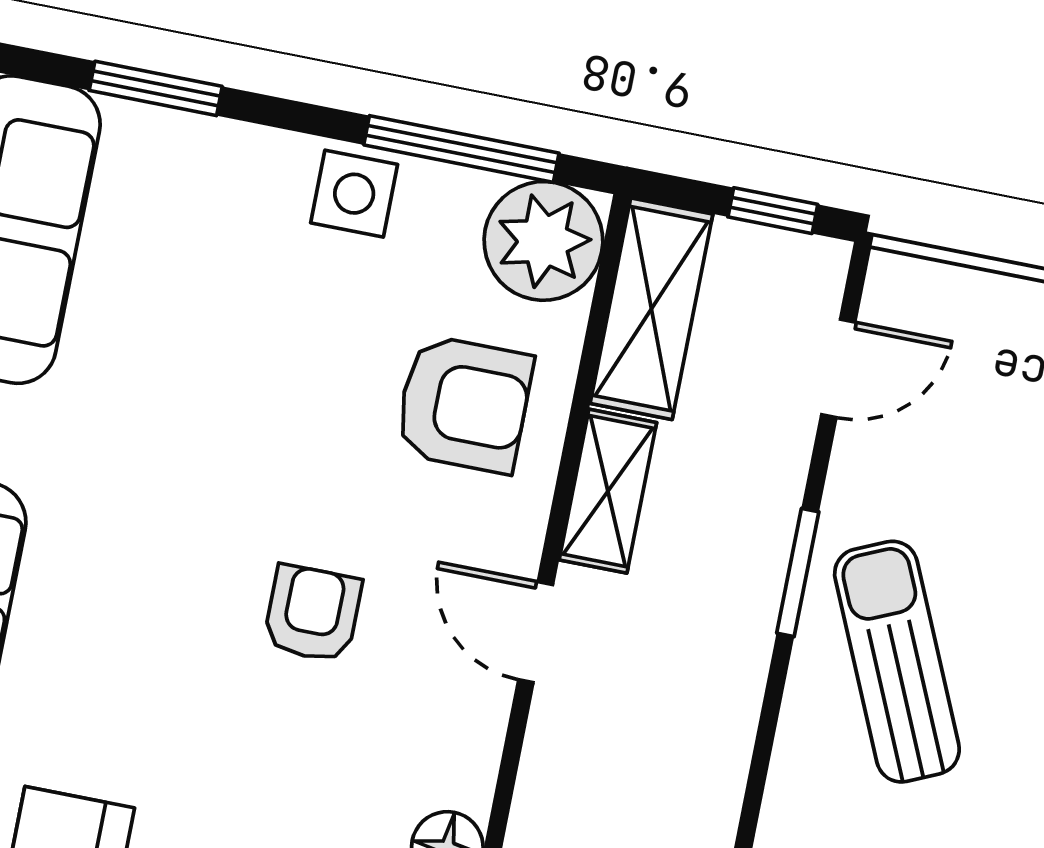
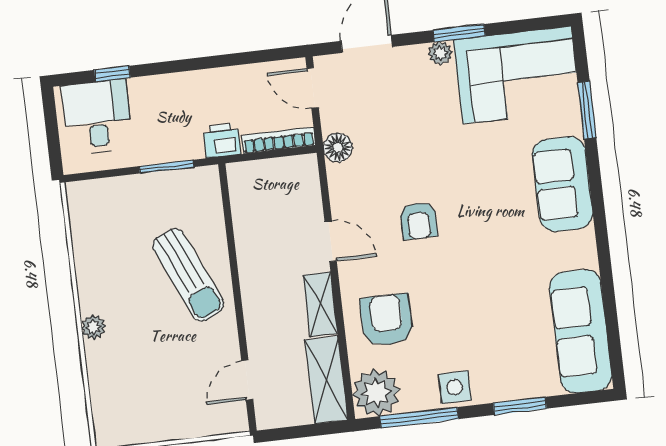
window: (156, 88) -> (520, 406), moved
window: (773, 211) -> (292, 433), removed
armchair: (464, 404) -> (387, 320), turned 90
window: (798, 572) -> (237, 297), removed

